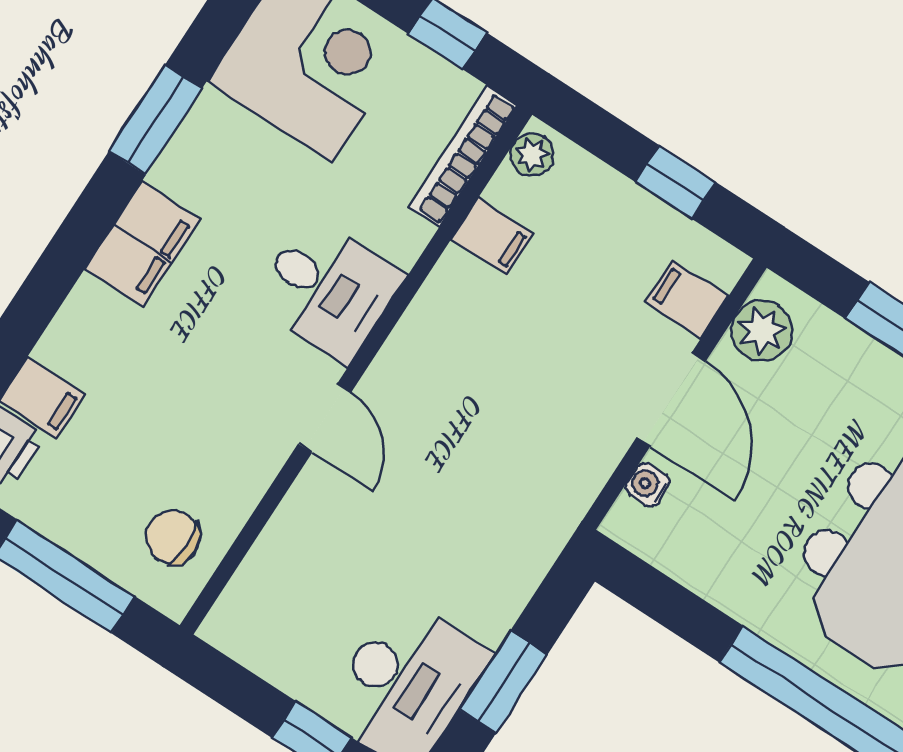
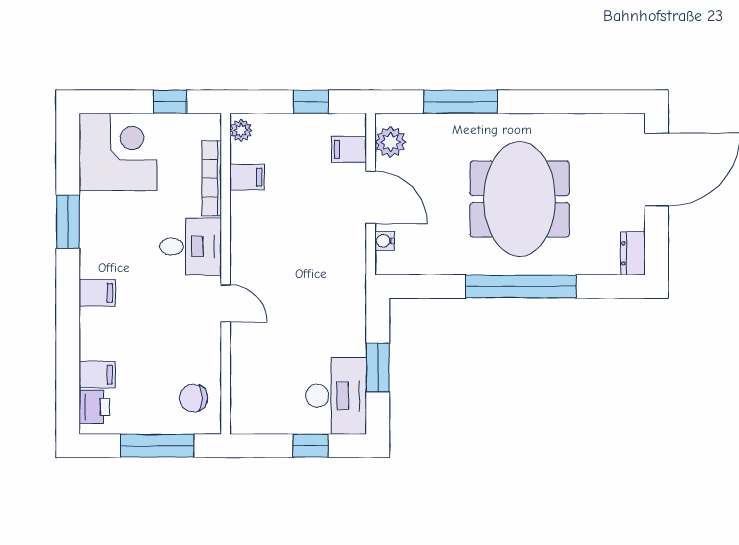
bookcase: (463, 156) -> (212, 178), moved
filing cabinet: (142, 244) -> (97, 293), width x0.50

